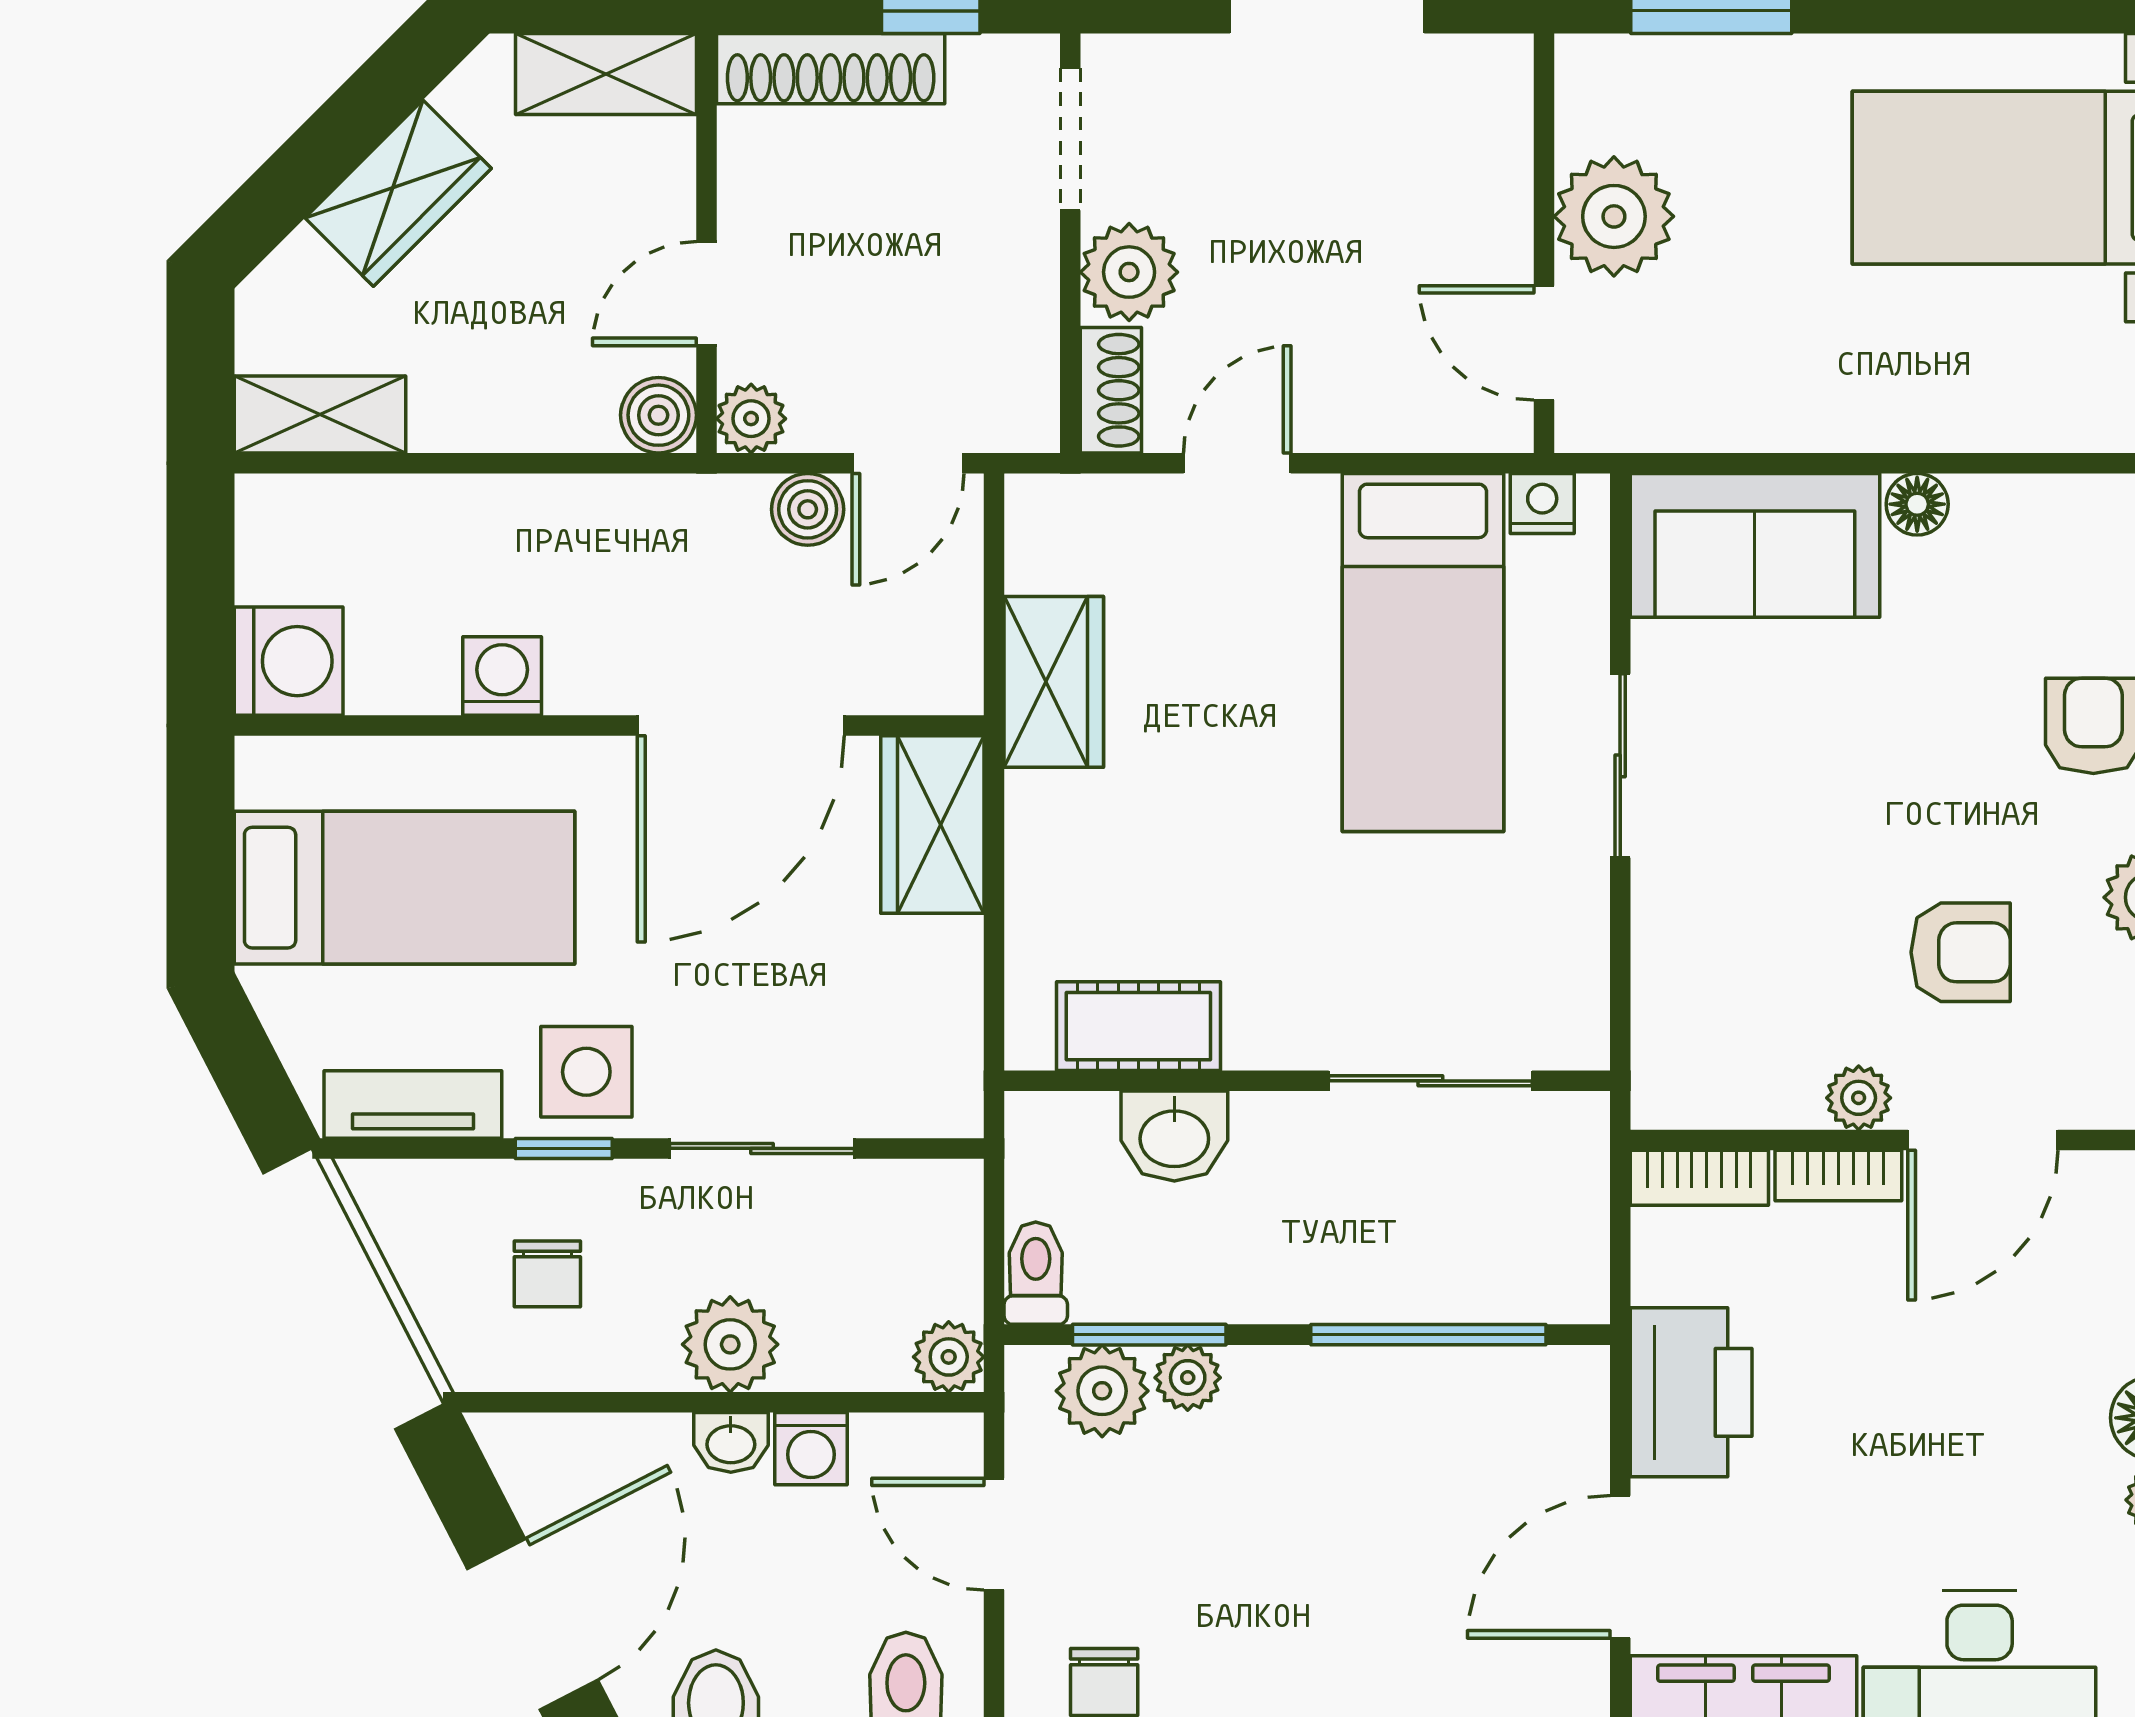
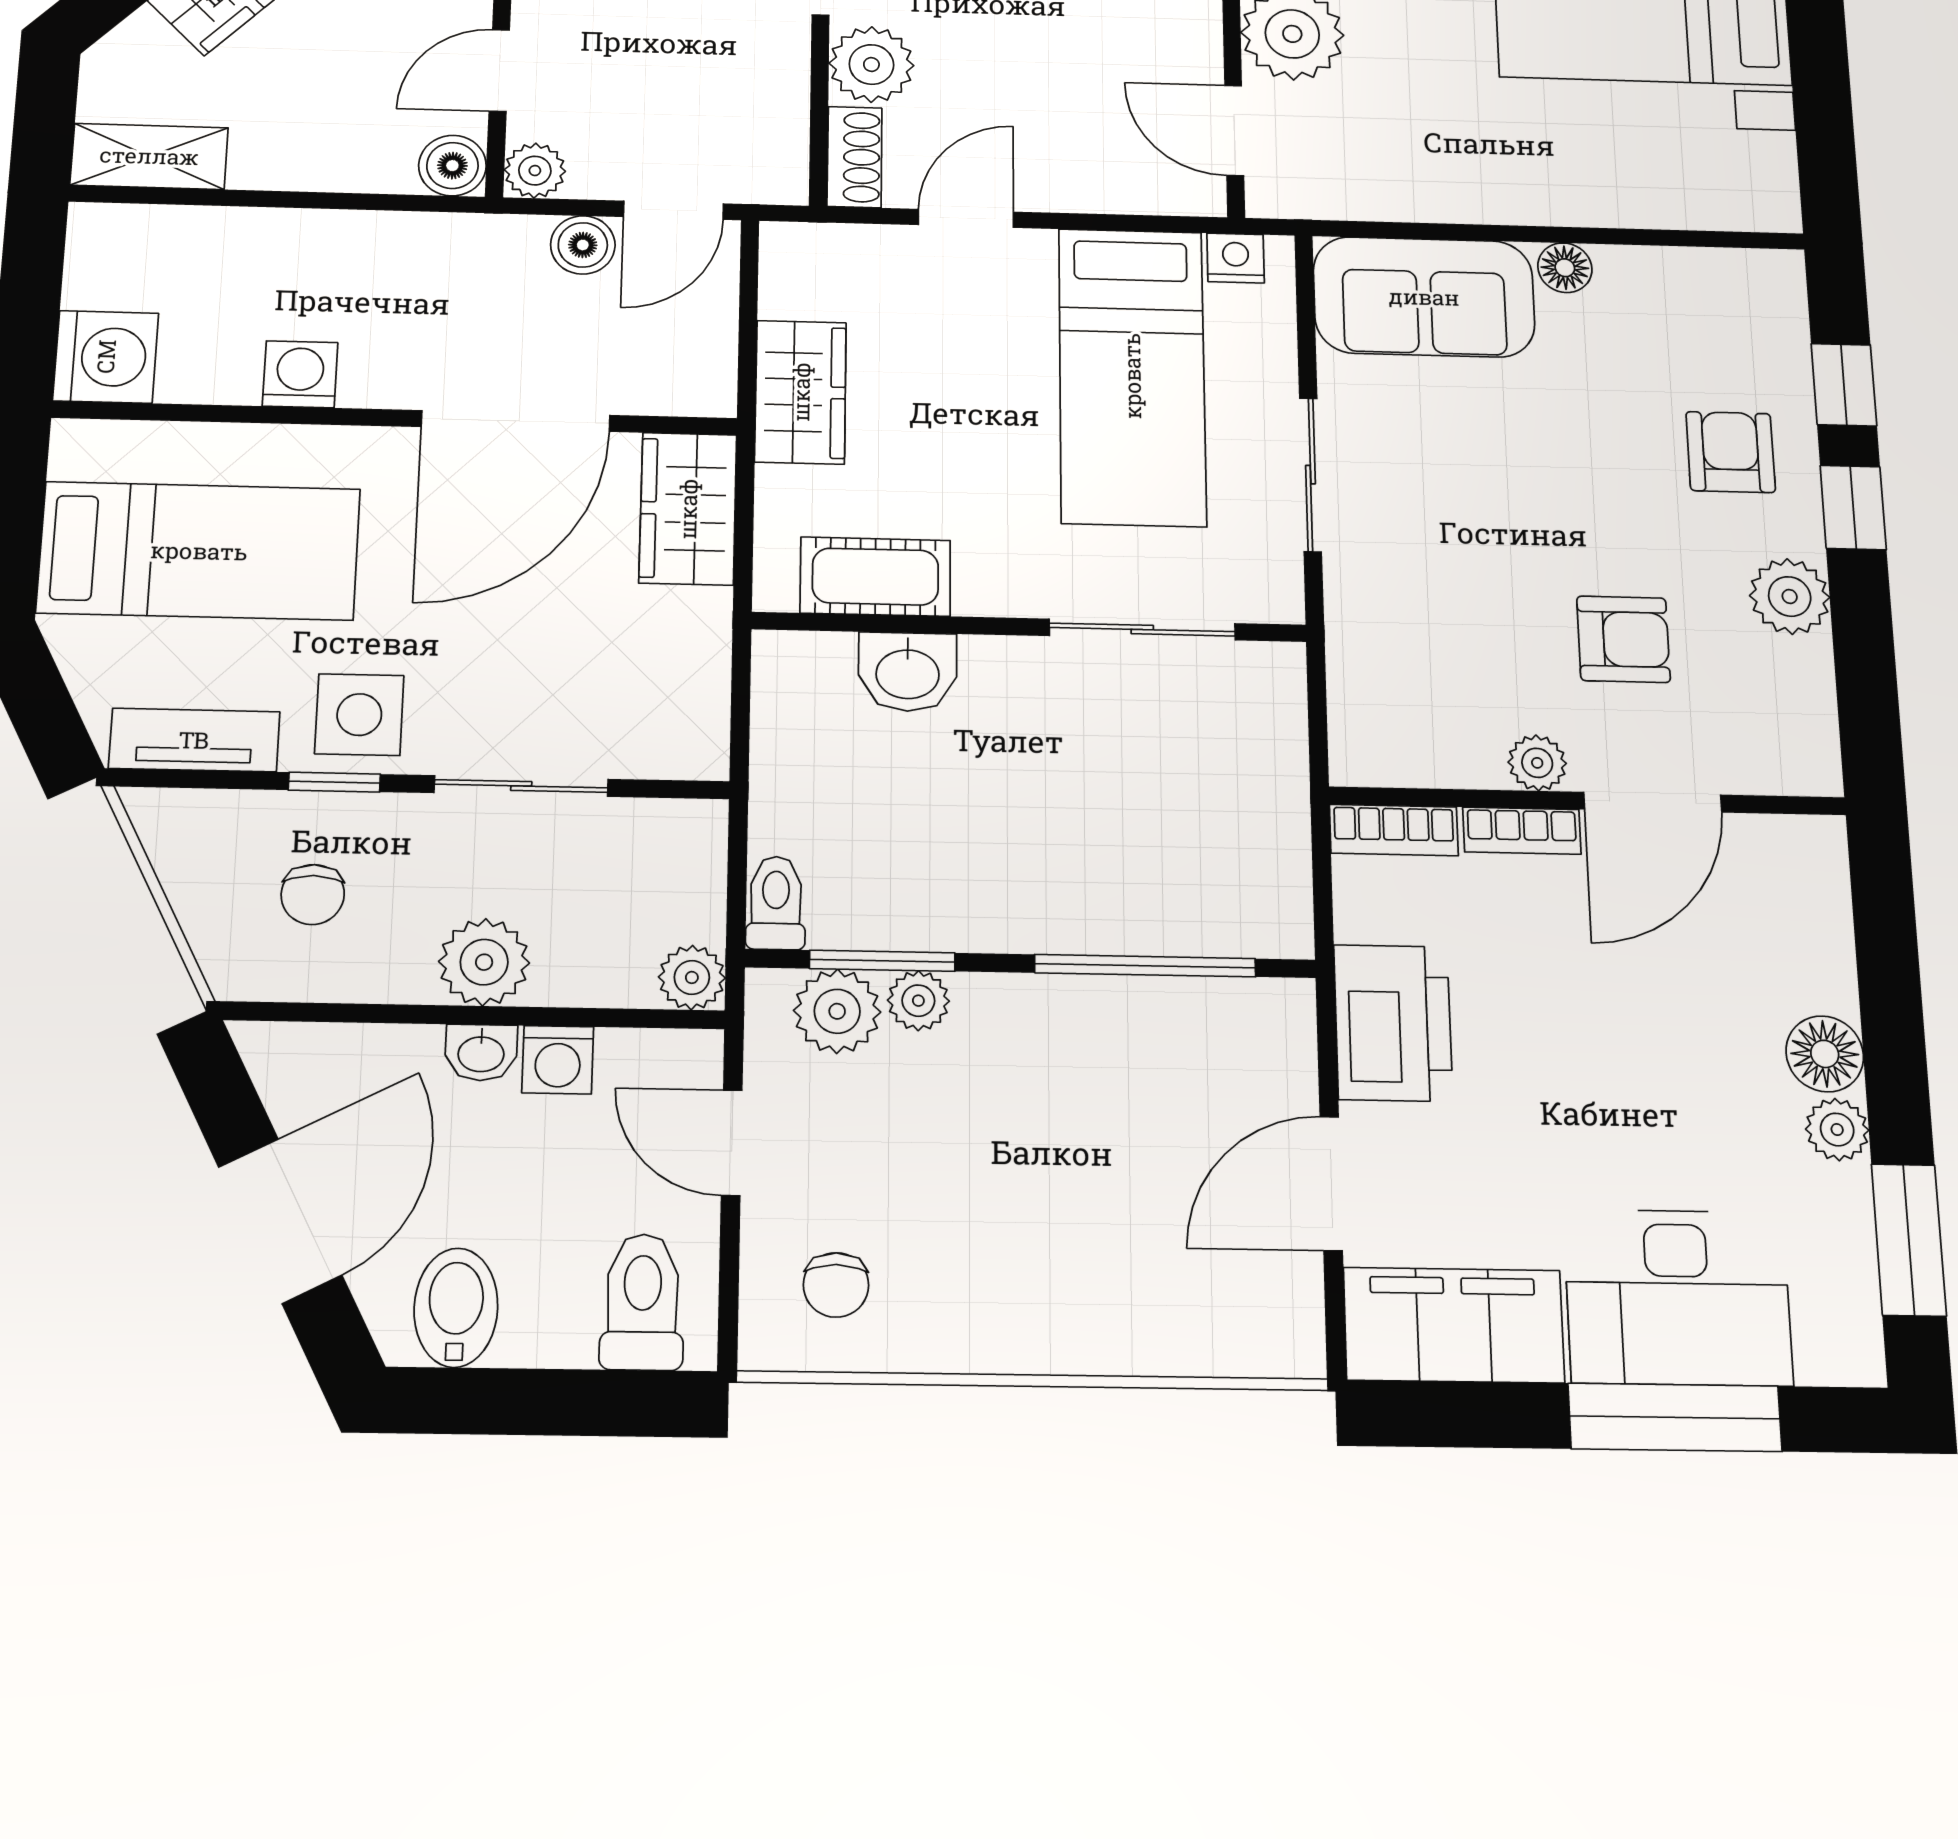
cot: (1138, 1026) -> (875, 577), moved
wall: (1307, 1081) -> (1030, 627), moved
sliding door: (1430, 1081) -> (1142, 630), moved
washbasin: (1174, 1136) -> (908, 672), moved

